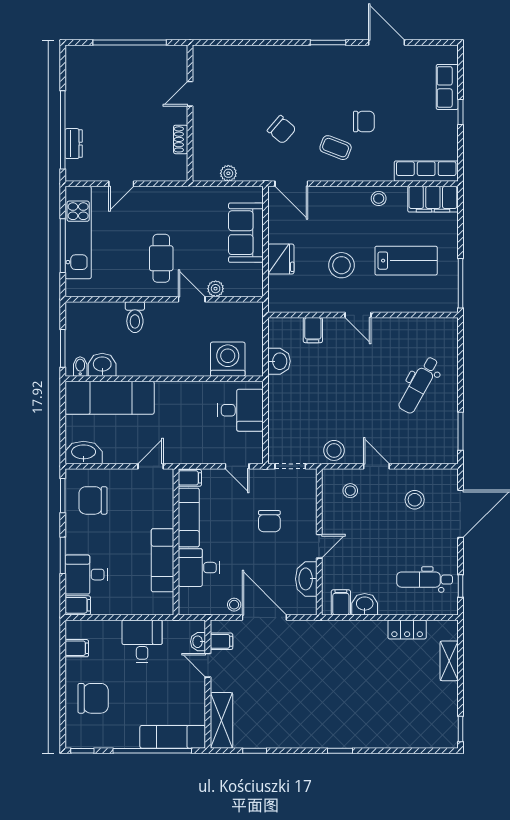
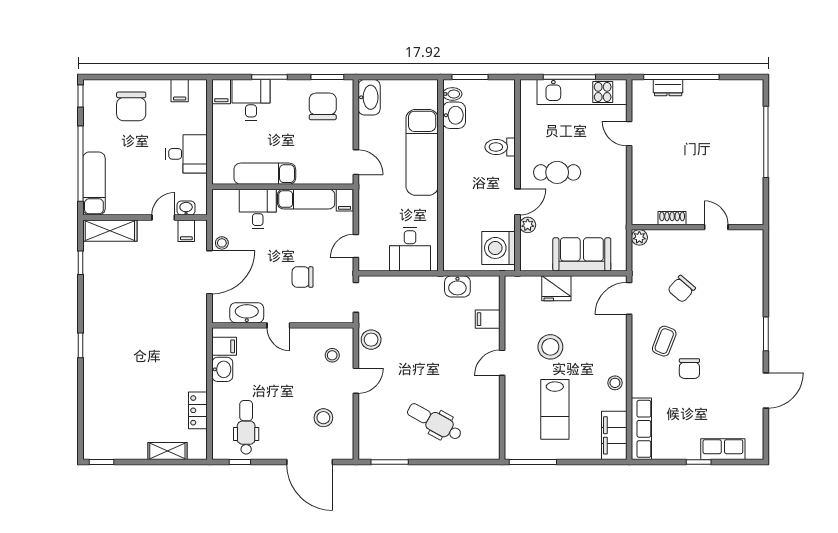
door: (190, 94) -> (716, 227), moved
wall: (190, 113) -> (697, 227), moved
shoe rack: (181, 139) -> (672, 218), moved
washing machine: (228, 359) -> (499, 248), moved, turned 180
exam couch: (110, 398) -> (422, 152), moved

